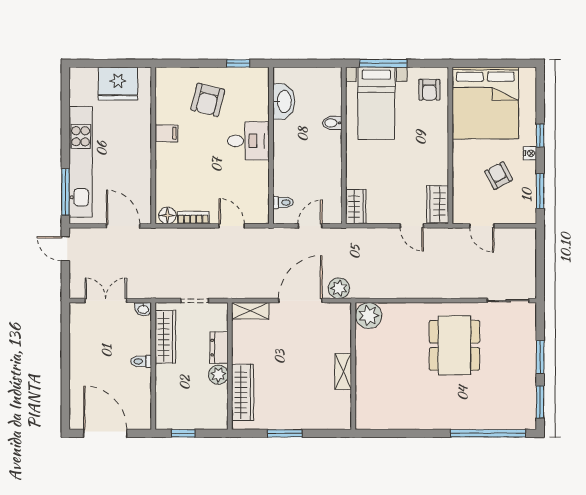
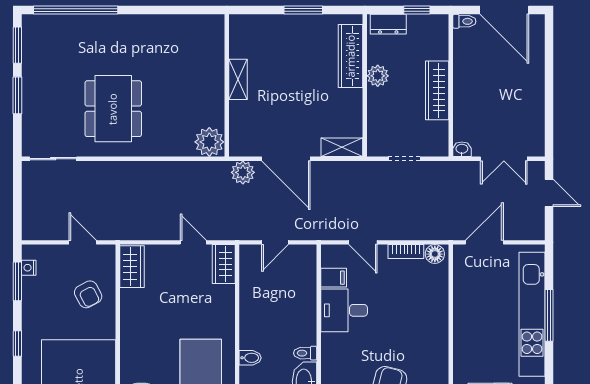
filing cabinet: (166, 133) -> (334, 278), moved, turned 180
desk: (248, 141) -> (344, 310), moved
nightstand: (530, 153) -> (29, 268), moved
armchair: (499, 176) -> (88, 294), moved
window: (65, 192) -> (549, 315), moved
toilet: (283, 202) -> (305, 353), moved
door: (123, 226) -> (484, 242), swing flipped
door: (412, 226) -> (193, 242), moved
door: (65, 249) -> (549, 193), moved
door: (300, 301) -> (286, 159), hinge flipped
wardrobe: (165, 337) -> (437, 90), moved
dresser: (219, 348) -> (388, 24), moved, turned 90
toilet: (141, 361) -> (464, 21), moved

